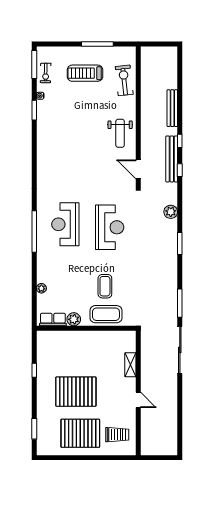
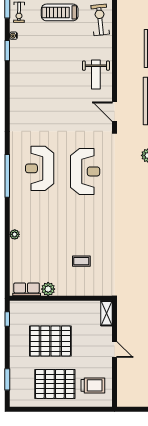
coffee table: (105, 286) -> (80, 232), removed
coffee table: (106, 314) -> (81, 261), width x0.54, depth x0.58
plant: (74, 319) -> (48, 289), moved
row of seats: (53, 320) -> (27, 289), moved
wall: (86, 328) -> (61, 298), moved

